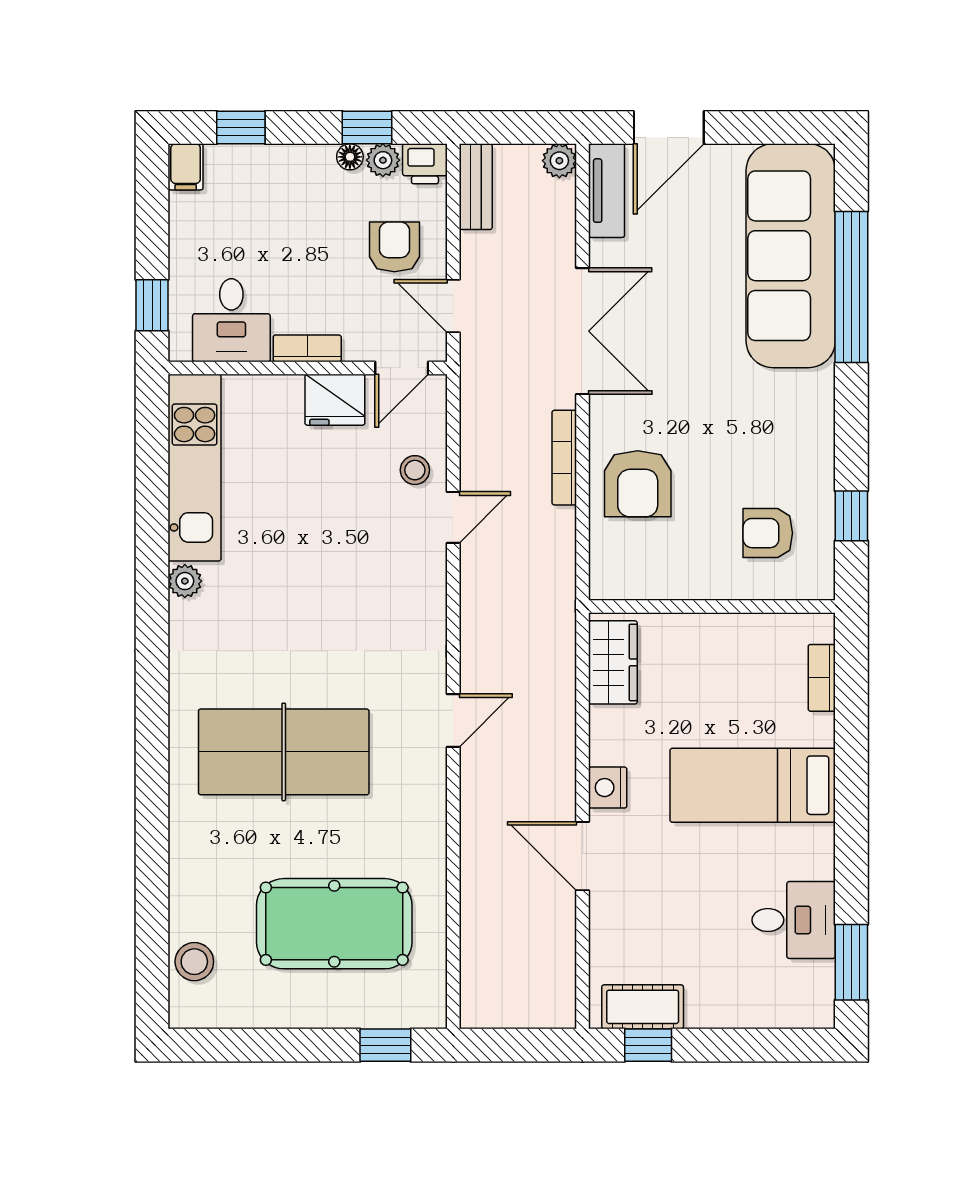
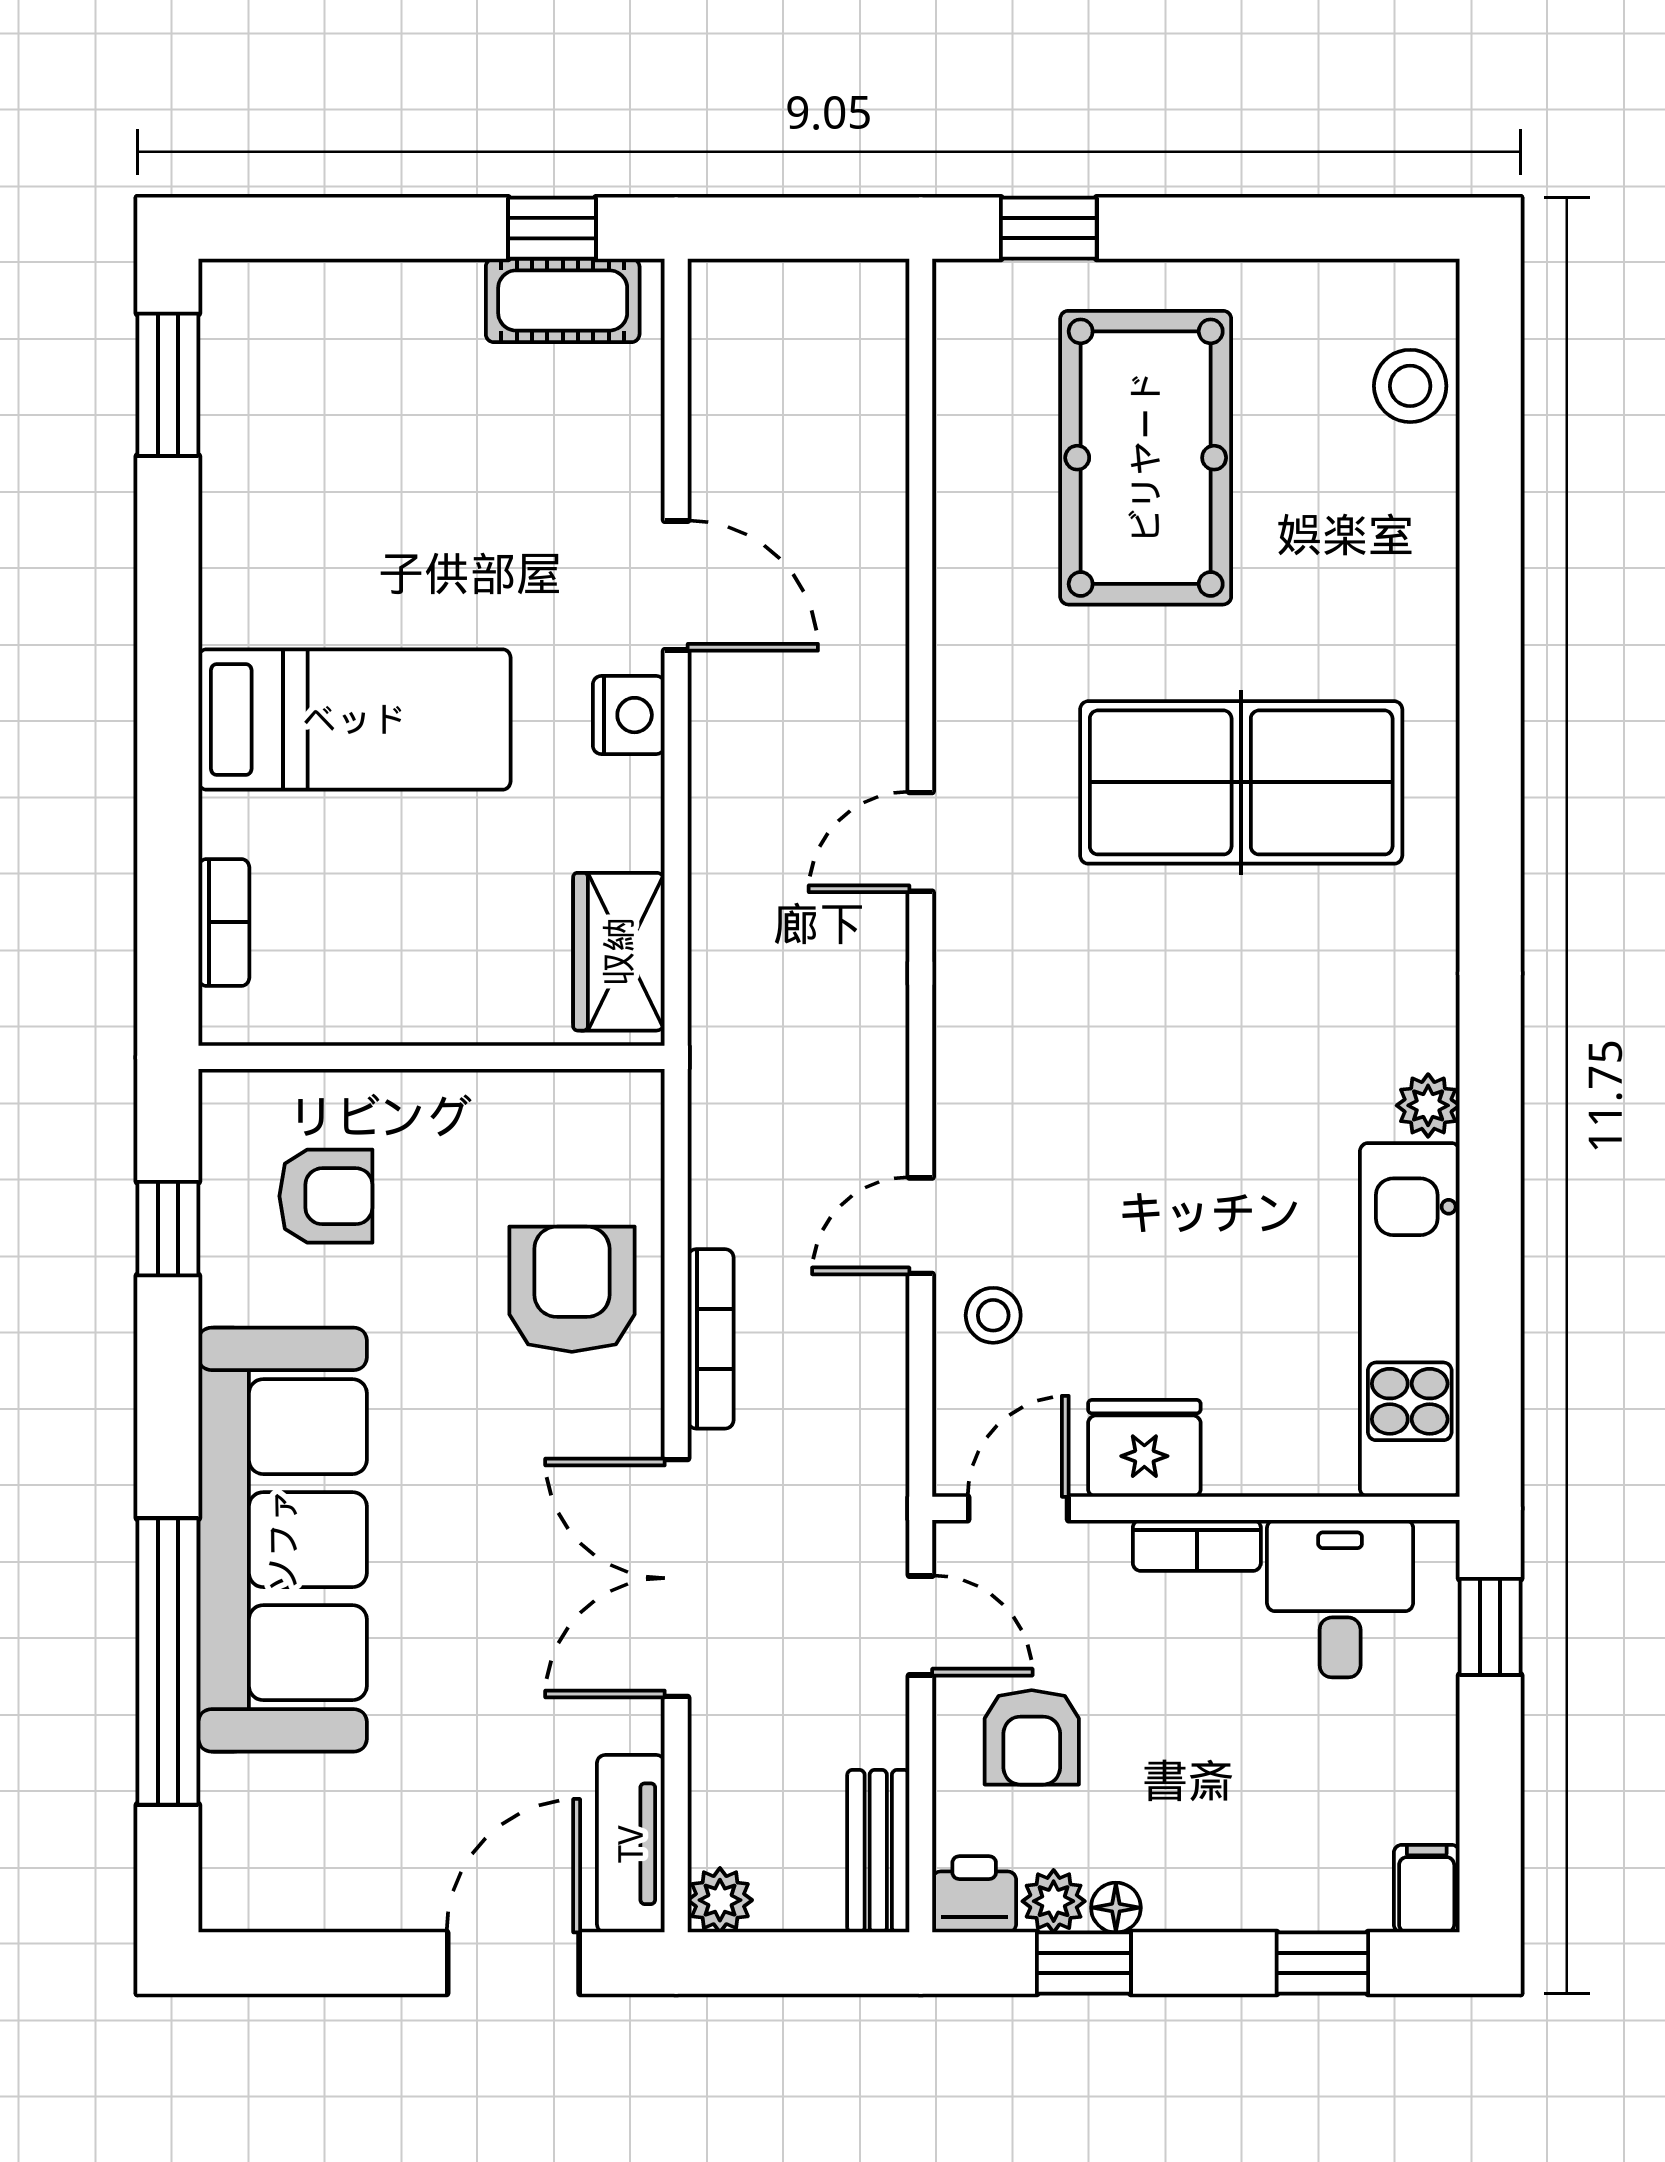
sofa: (791, 256) -> (283, 1540), moved
desk: (794, 920) -> (277, 465), removed
pool table: (334, 924) -> (1146, 458), turned 90

